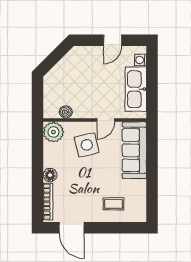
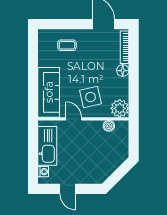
door: (113, 40) -> (68, 189), swing flipped
door: (106, 120) -> (74, 119), hinge flipped

